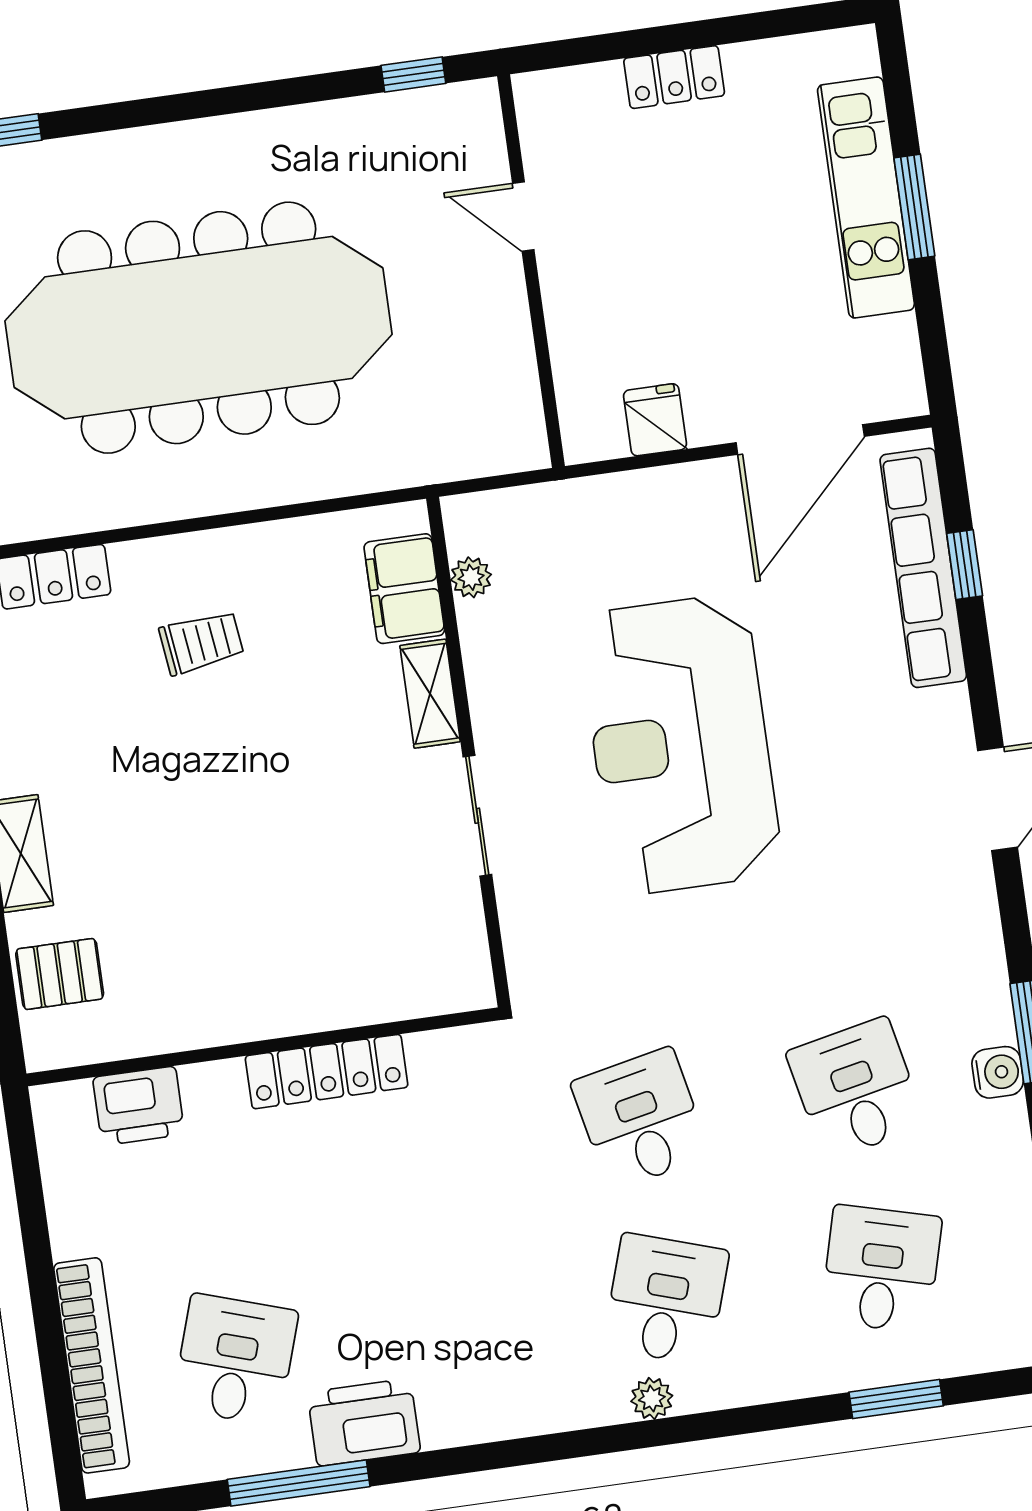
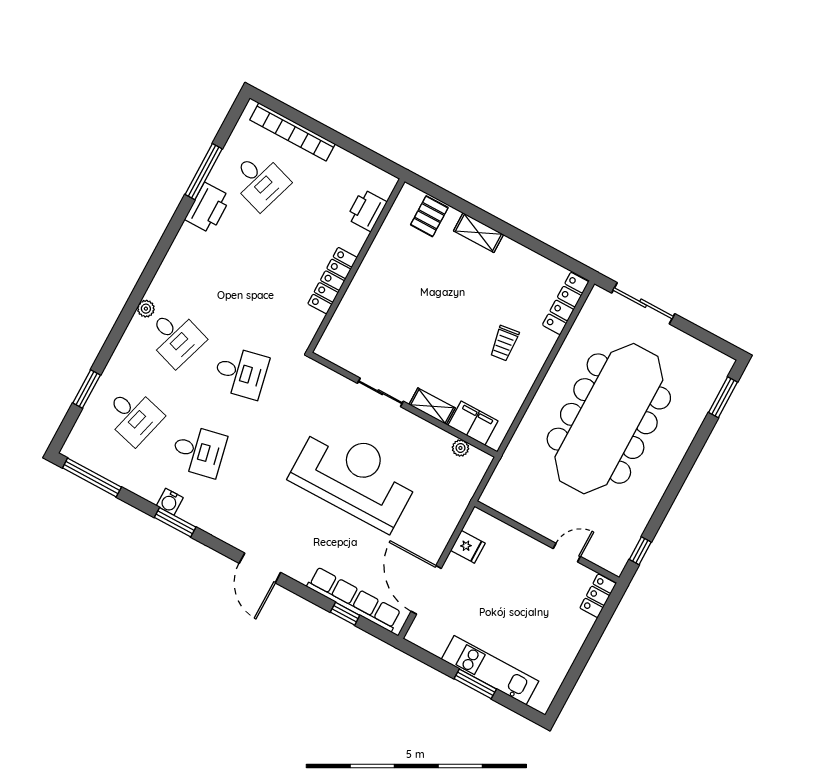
locker: (674, 77) -> (598, 596), moved

